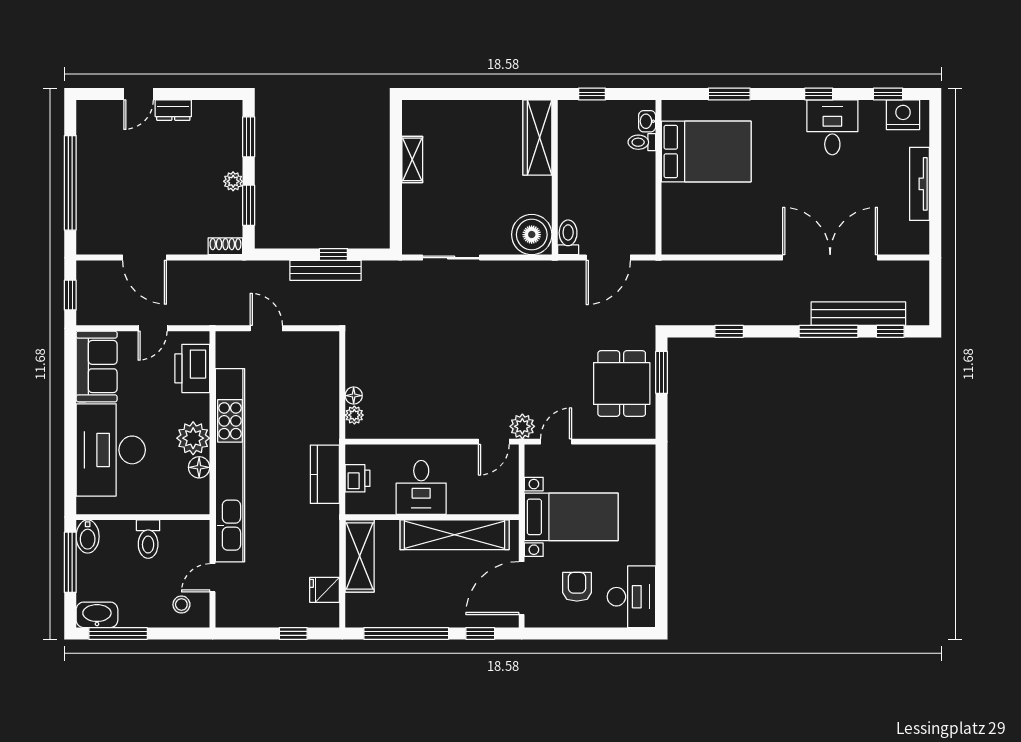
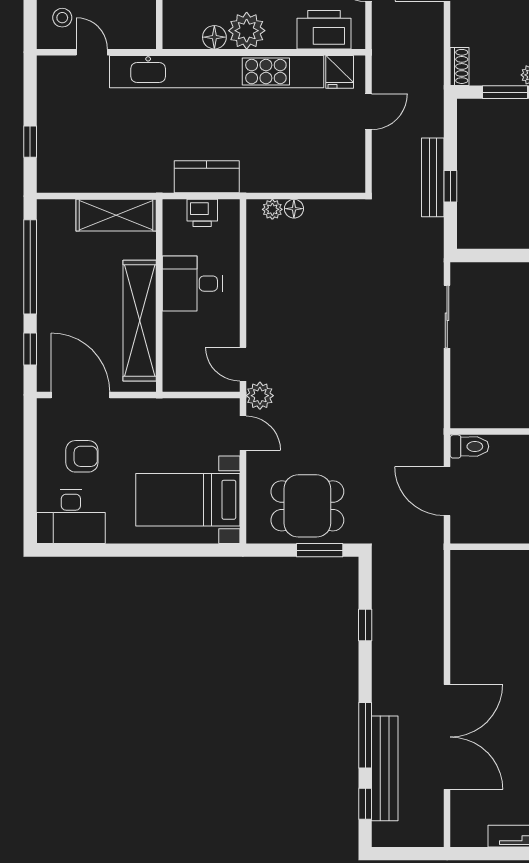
boiler: (532, 235) -> (473, 406), removed
bed with nightstands: (571, 517) -> (188, 500), moved, turned 90
fridge: (325, 590) -> (340, 72), moved, turned 180

